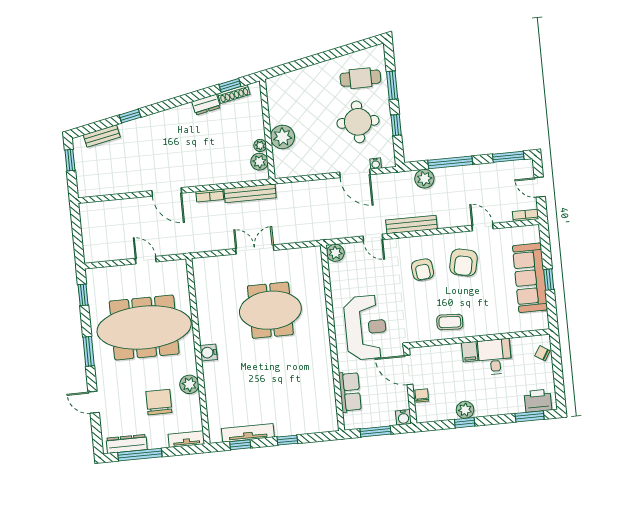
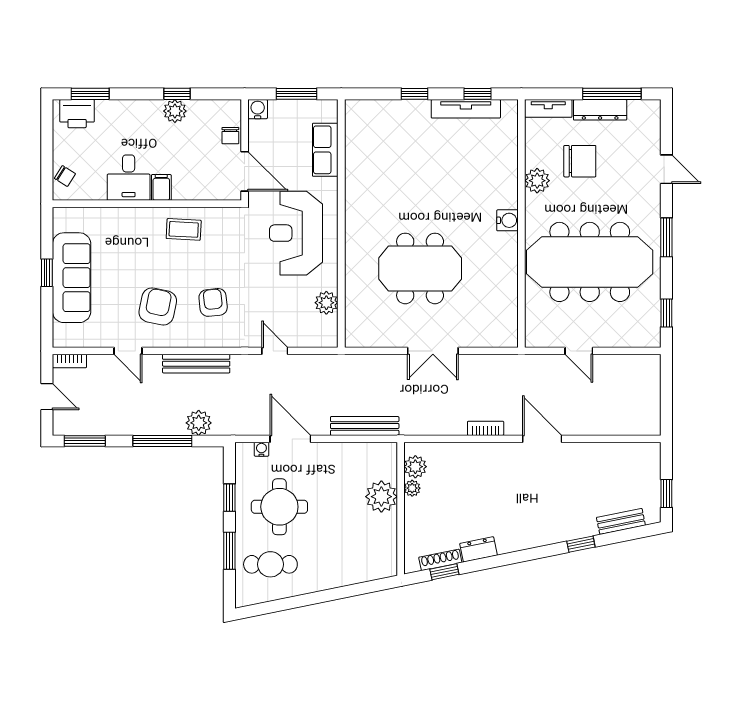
bench: (250, 193) -> (365, 426), moved
bench: (412, 225) -> (196, 364), moved
plant: (335, 253) -> (326, 303), moved
chair: (159, 402) -> (580, 161), turned -90
dresser: (127, 444) -> (600, 110), moved

